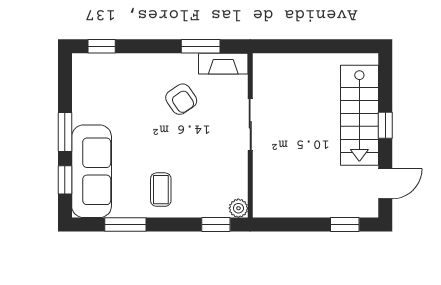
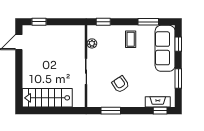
fireplace: (223, 64) -> (158, 102), moved
stairs: (359, 115) -> (47, 98), moved, turned -90
window: (385, 125) -> (19, 71), removed
window: (65, 132) -> (178, 79), moved
plant: (238, 208) -> (92, 43), moved

